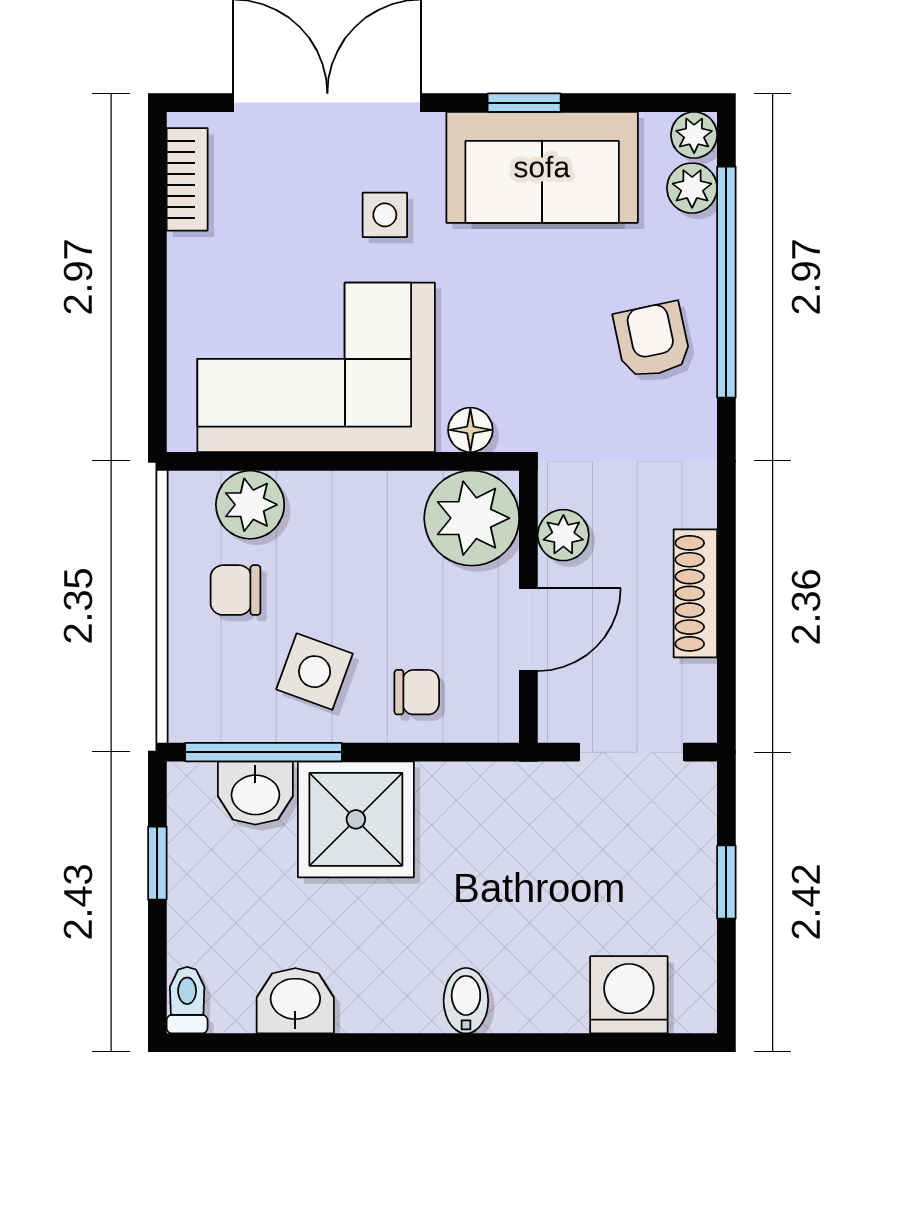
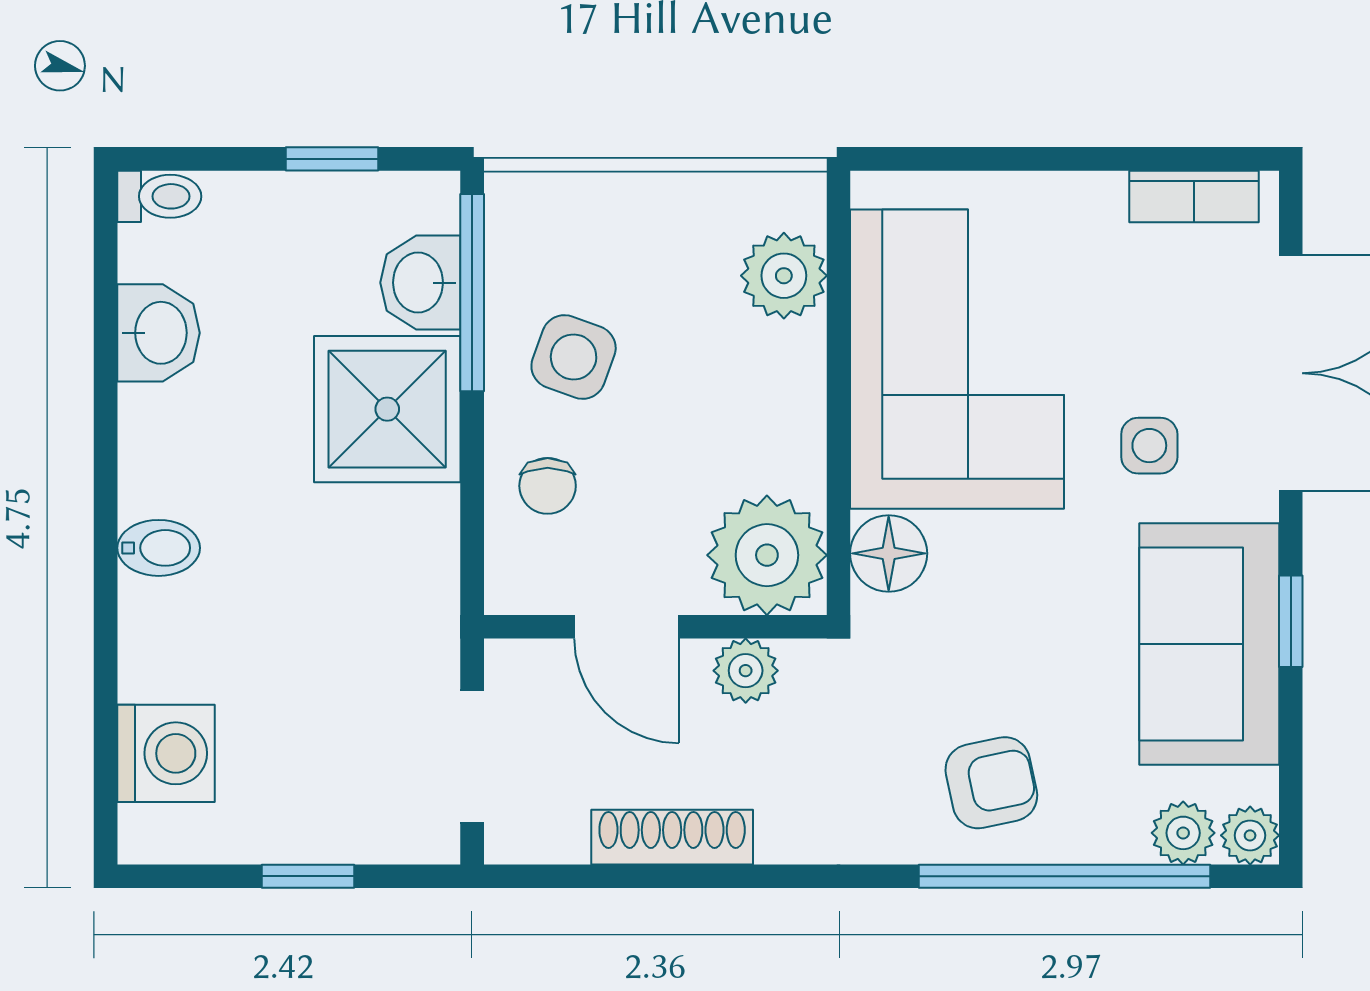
floor lamp: (470, 430) -> (889, 553), width x1.37, depth x1.37
chair: (235, 590) -> (676, 257), removed

